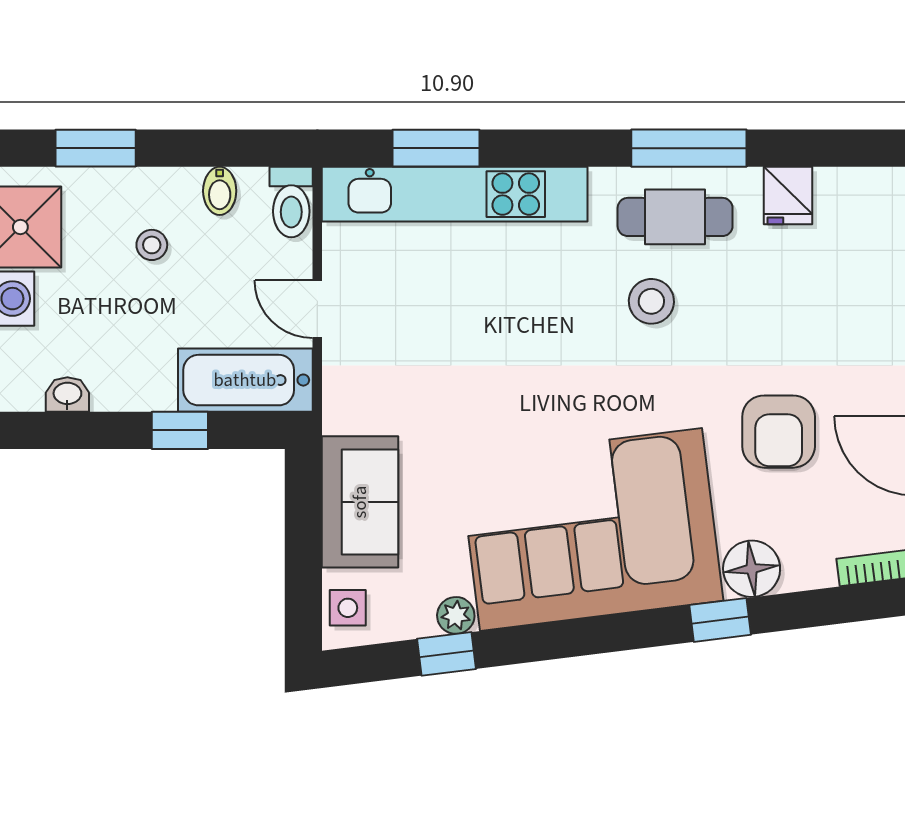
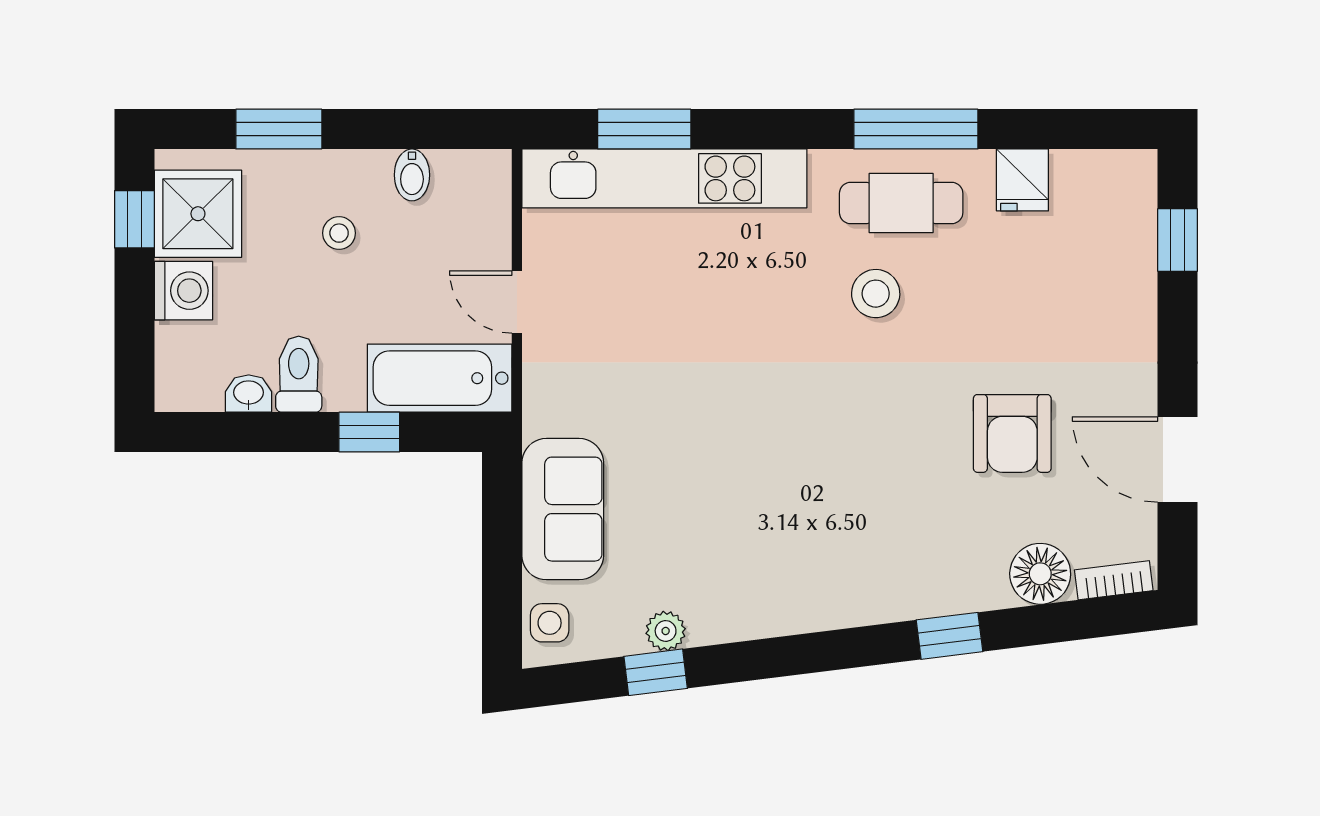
toilet: (291, 202) -> (299, 374), moved, turned 180
corner sofa: (591, 529) -> (811, 539), removed
floor lamp: (752, 569) -> (1040, 574), moved

